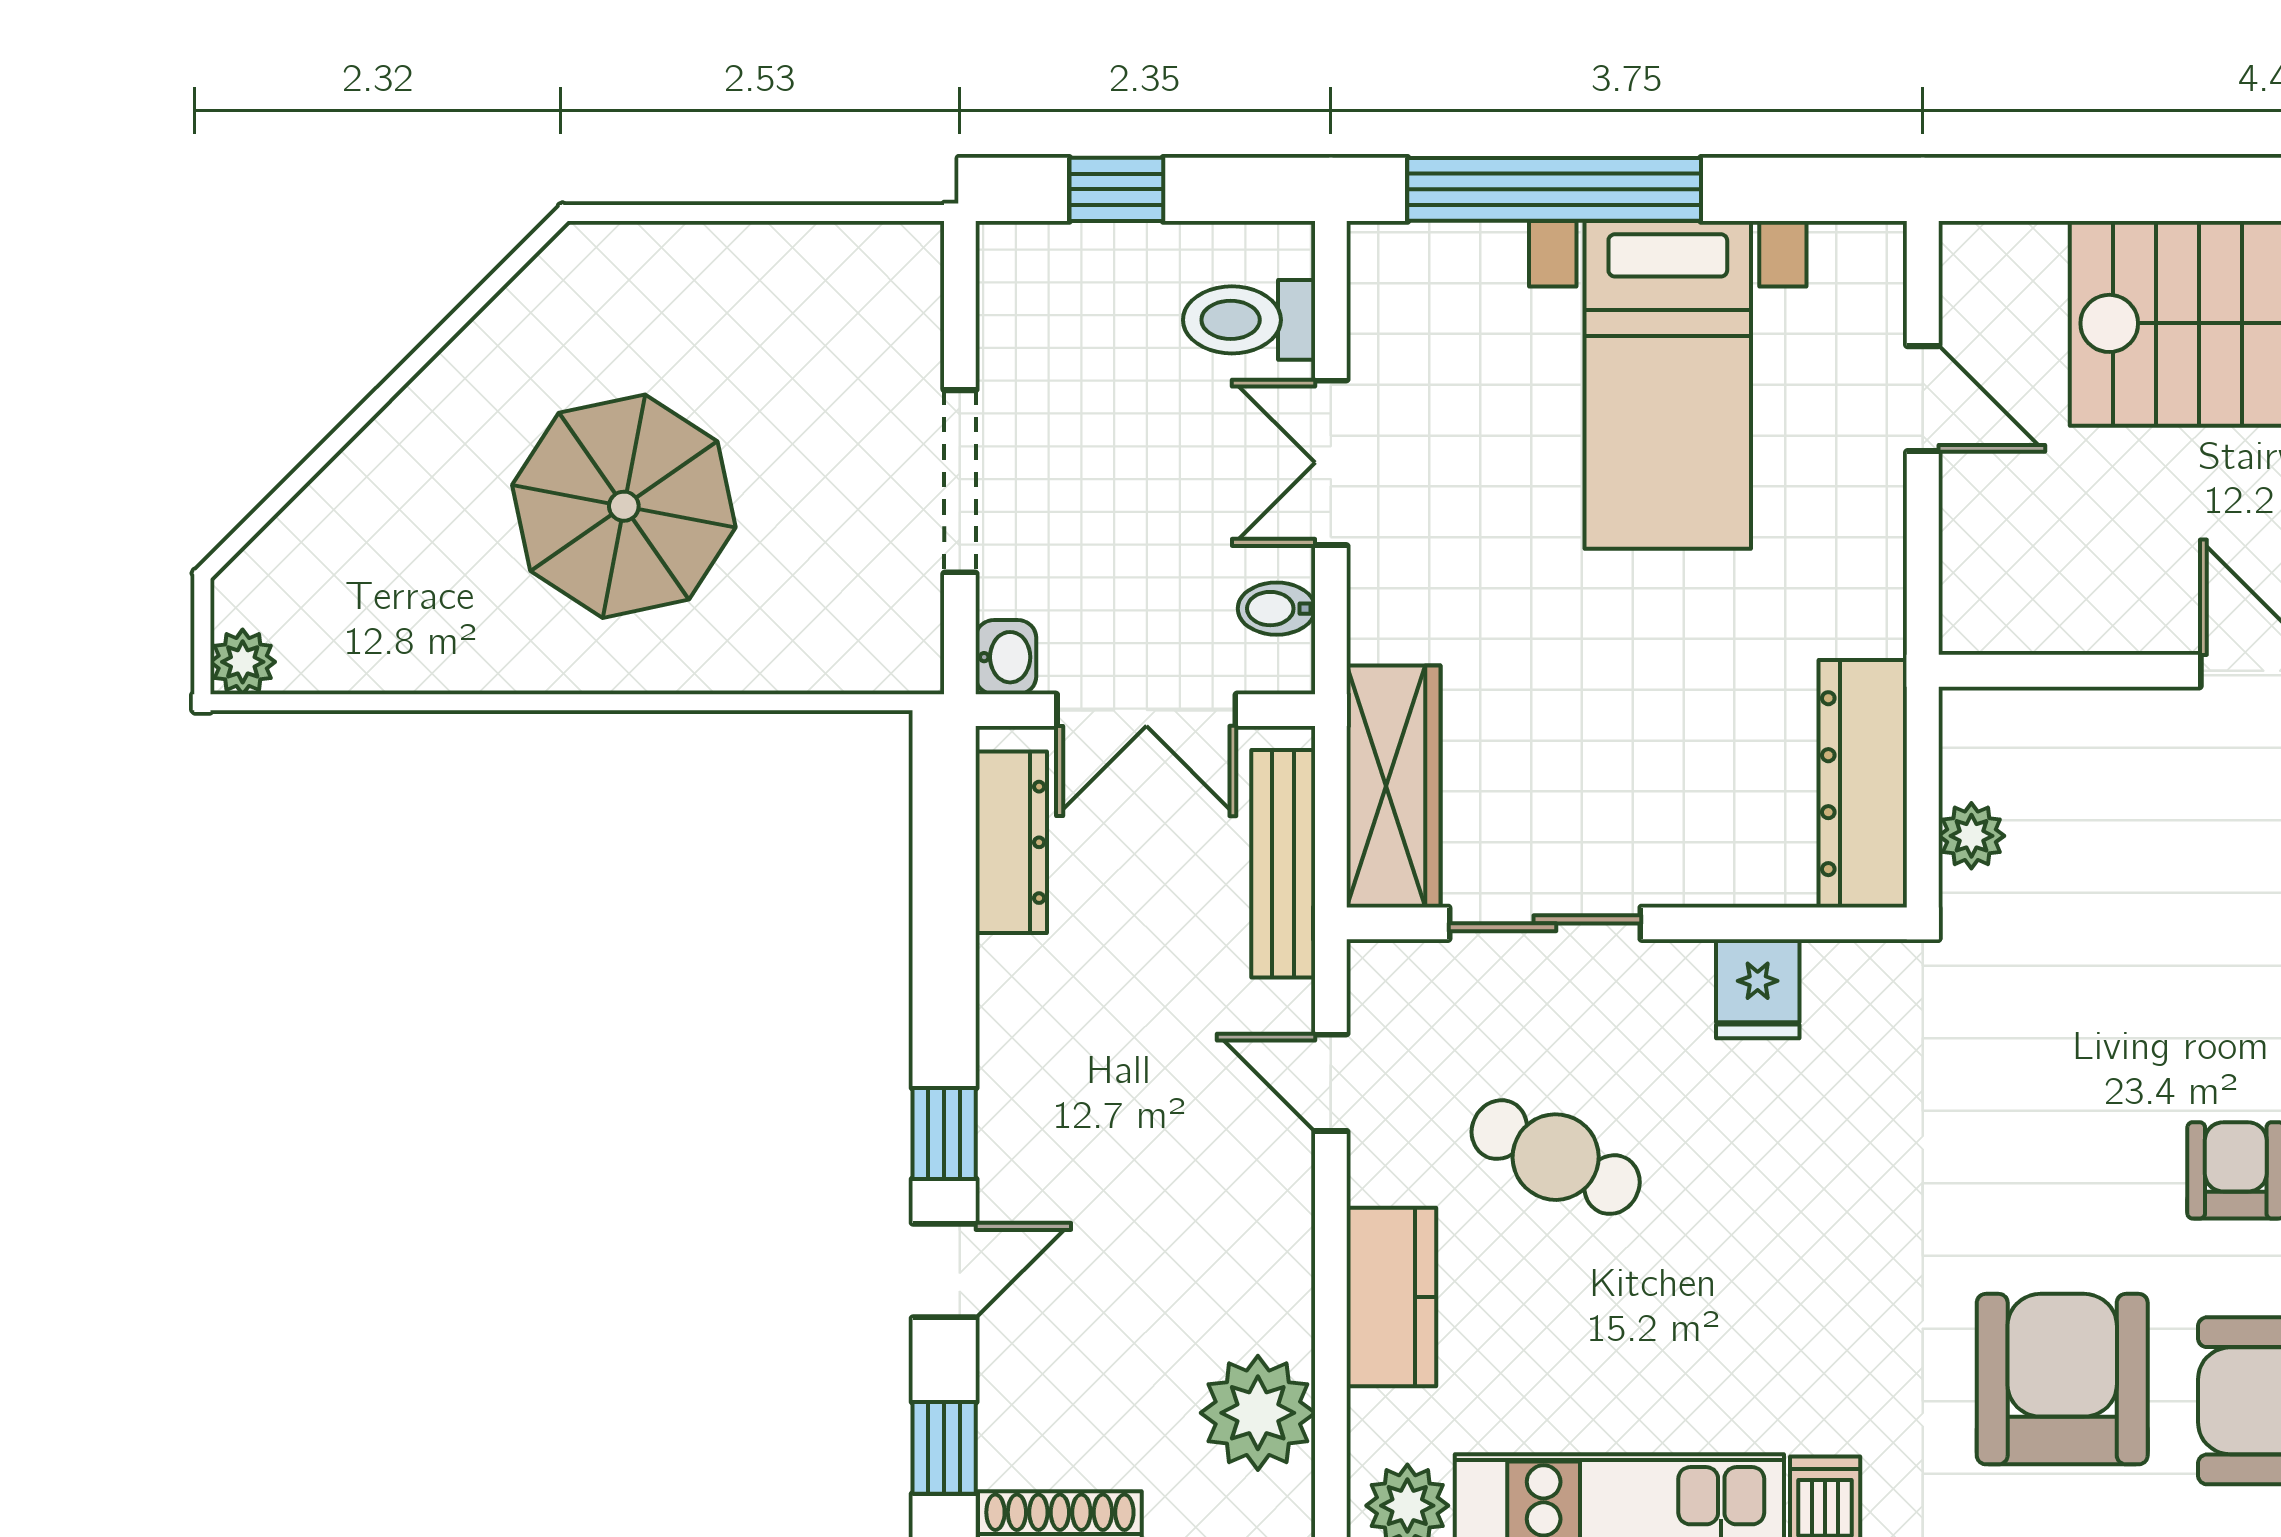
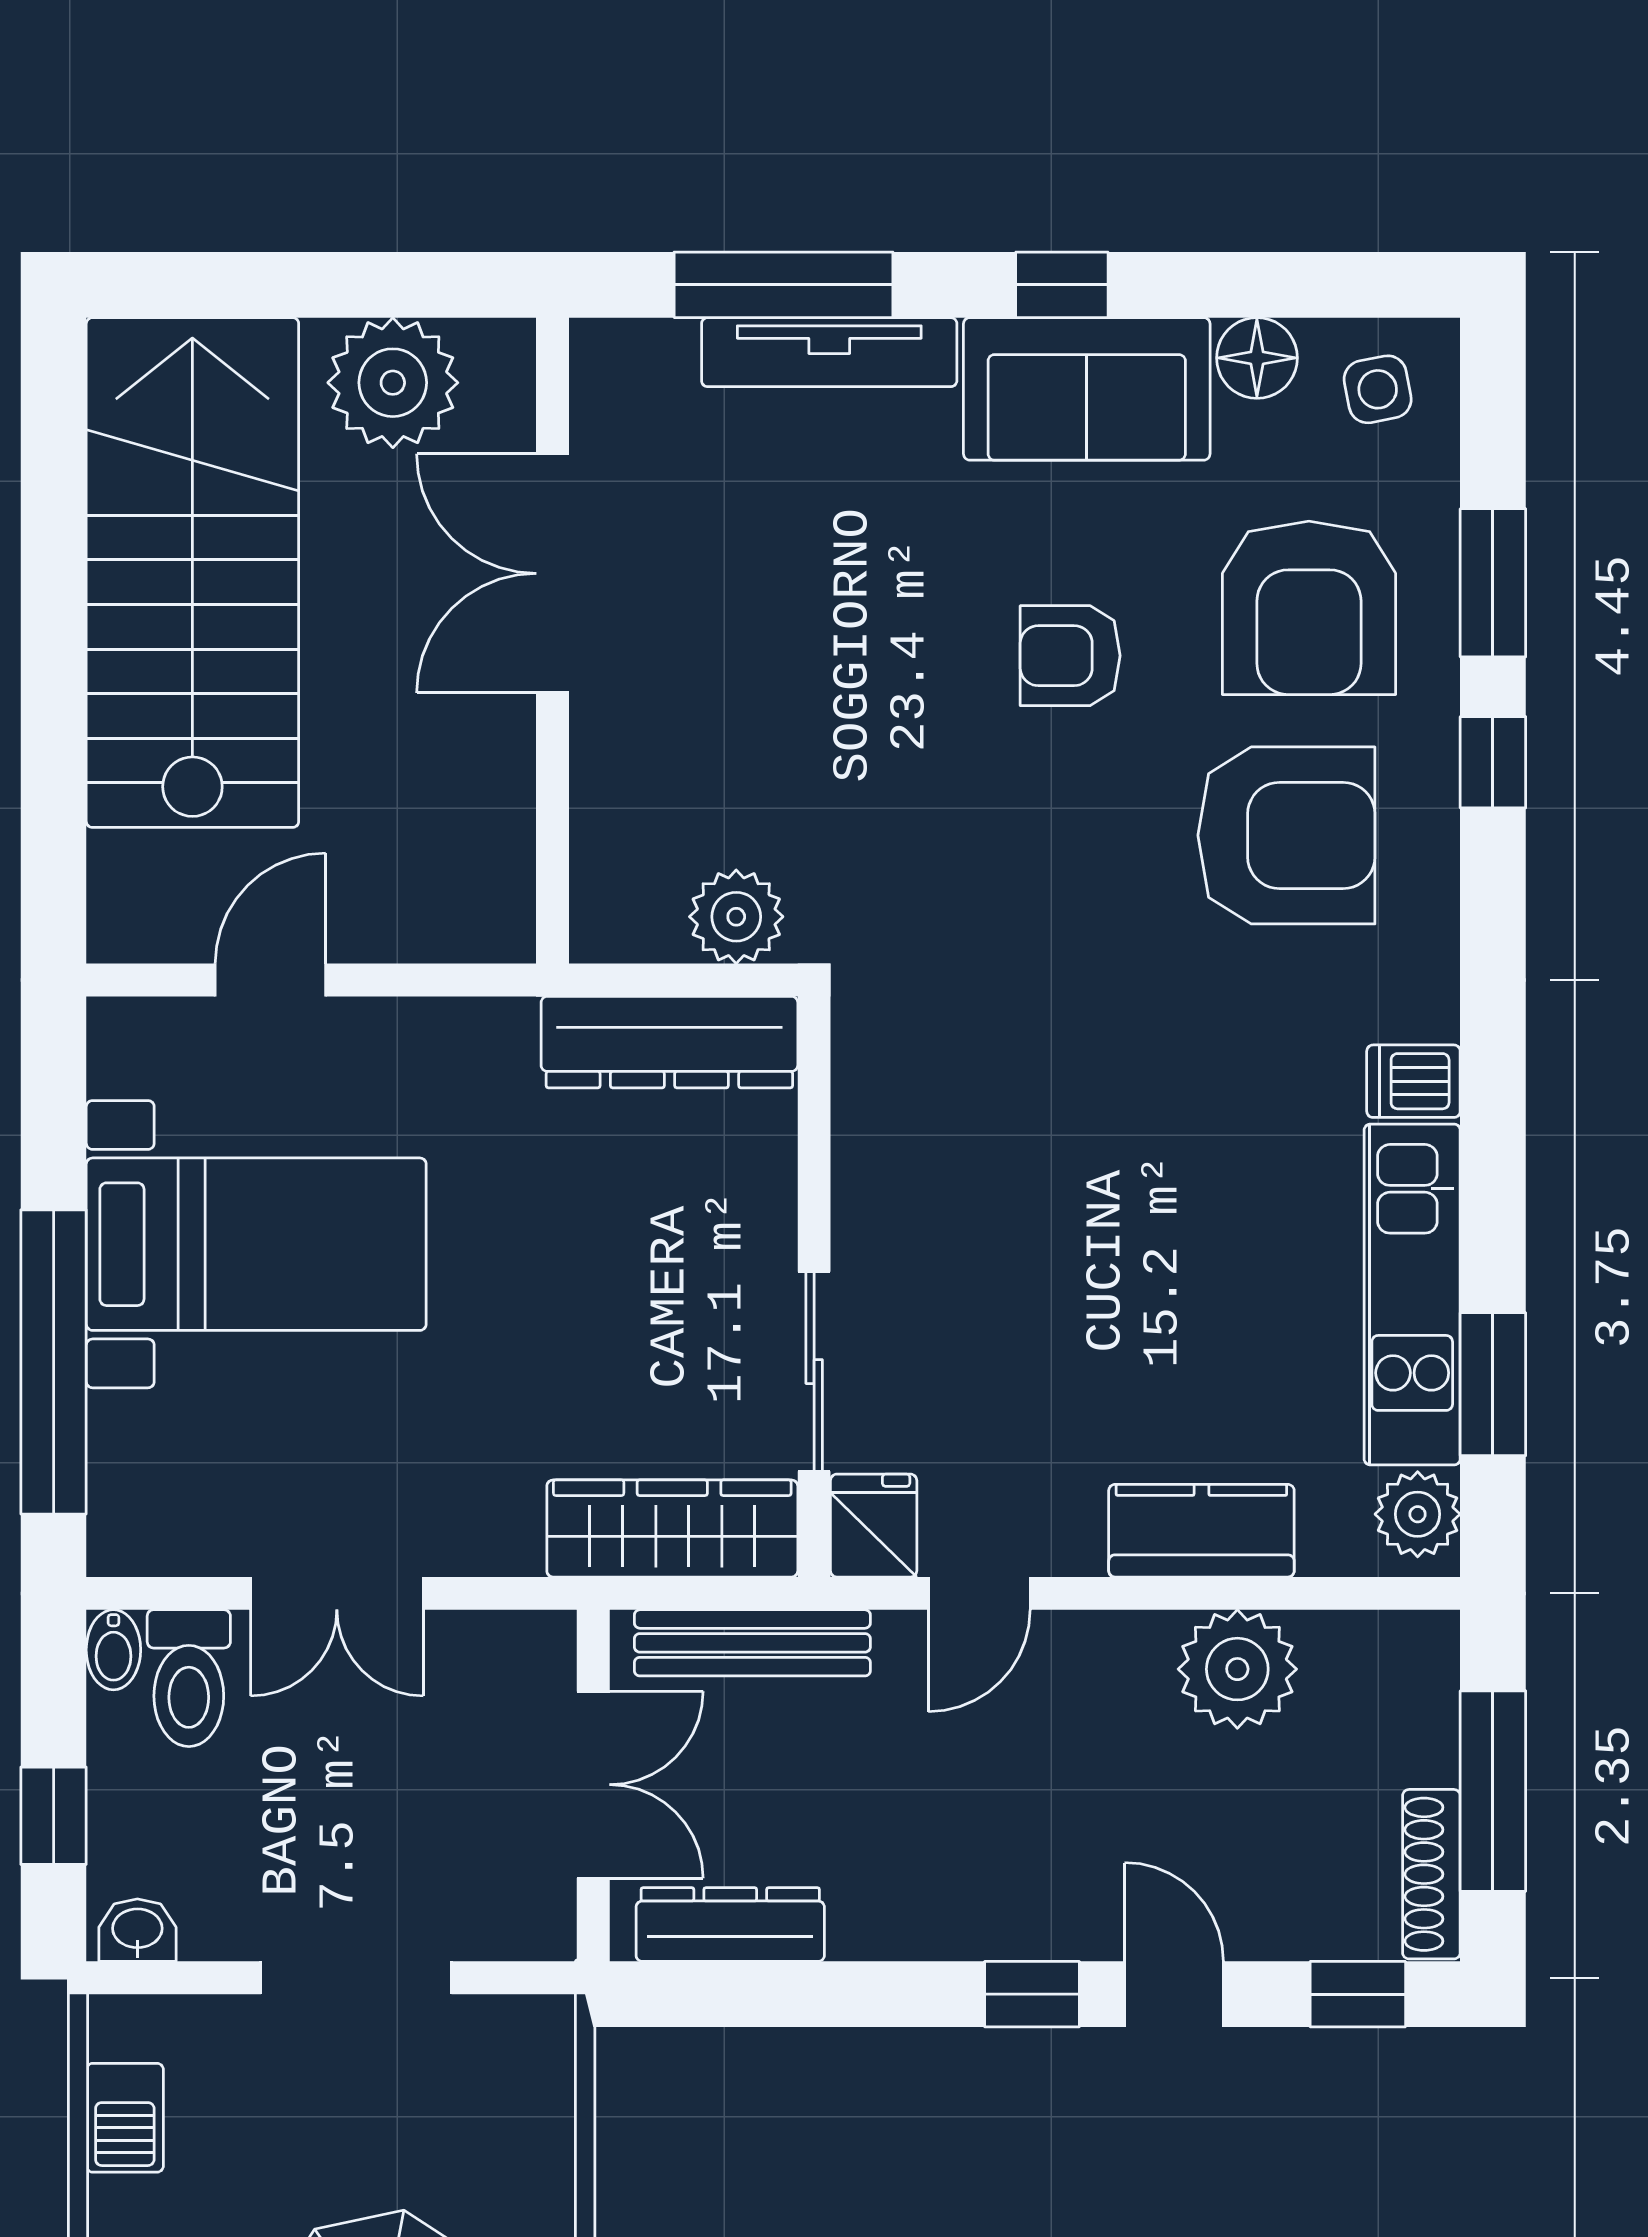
barbecue: (825, 258) -> (125, 2118), added
bidet: (1276, 609) -> (113, 1650), moved
washbasin: (1006, 657) -> (137, 1930), moved
plant: (1971, 836) -> (736, 917), width x1.38, depth x1.38
fridge: (1758, 989) -> (874, 1526), moved, turned -90
cafe table: (1556, 1157) -> (1056, 1360), removed
armchair: (2062, 1379) -> (1286, 835), turned 180
plant: (1258, 1413) -> (1237, 1669), moved

